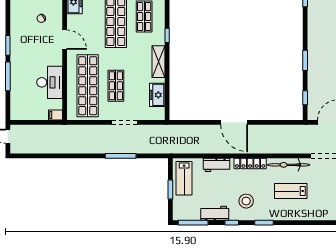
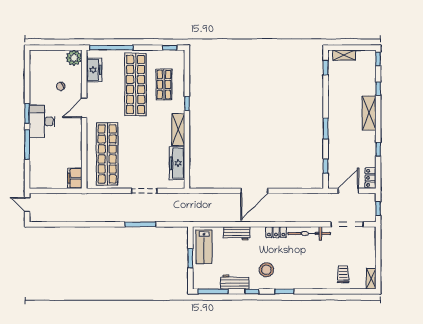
door: (65, 40) -> (84, 108), swing flipped
desk: (50, 82) -> (42, 121), moved, turned 180
shop shelf: (116, 86) -> (136, 154), removed
freezer: (157, 95) -> (177, 163), width x1.40
filing cabinet: (56, 115) -> (75, 178), width x2.00
door: (234, 122) -> (254, 191), hinge flipped
locker: (250, 163) -> (276, 232), width x0.66
lab bench: (291, 191) -> (311, 260), removed
trolley: (323, 205) -> (343, 274), added

